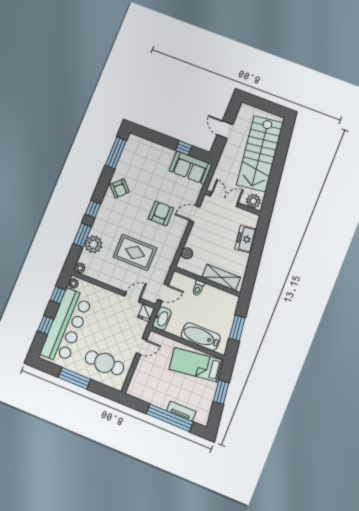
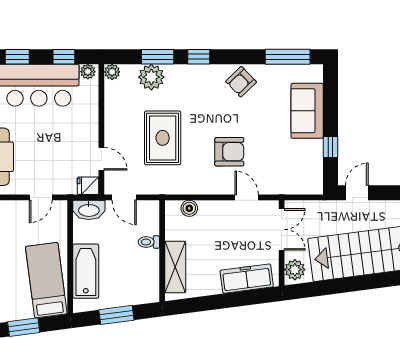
door: (225, 130) -> (357, 193), moved
sofa: (191, 168) -> (307, 111), moved
freezer: (246, 239) -> (247, 279), width x1.40
door: (141, 347) -> (41, 197), hinge flipped

